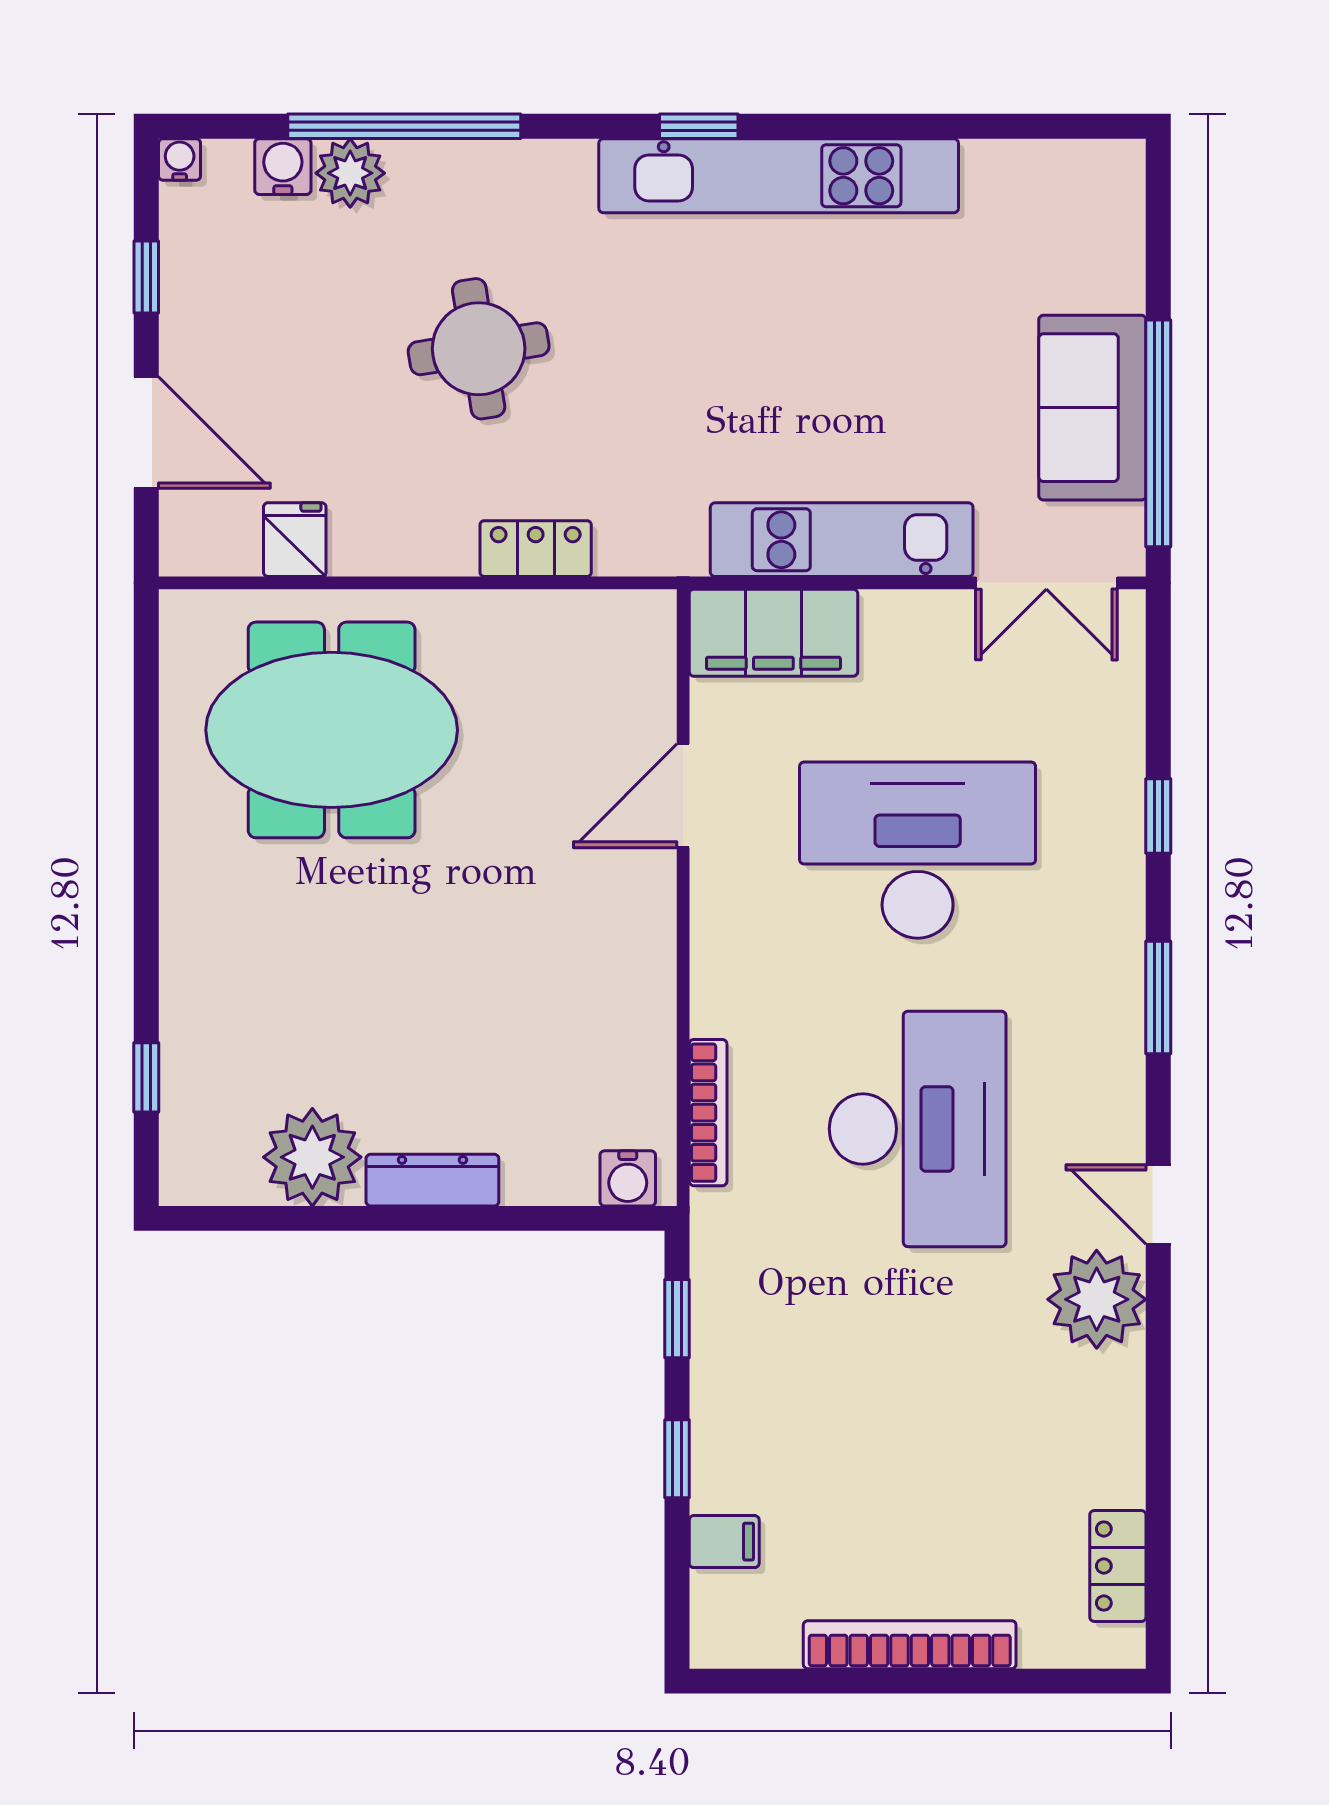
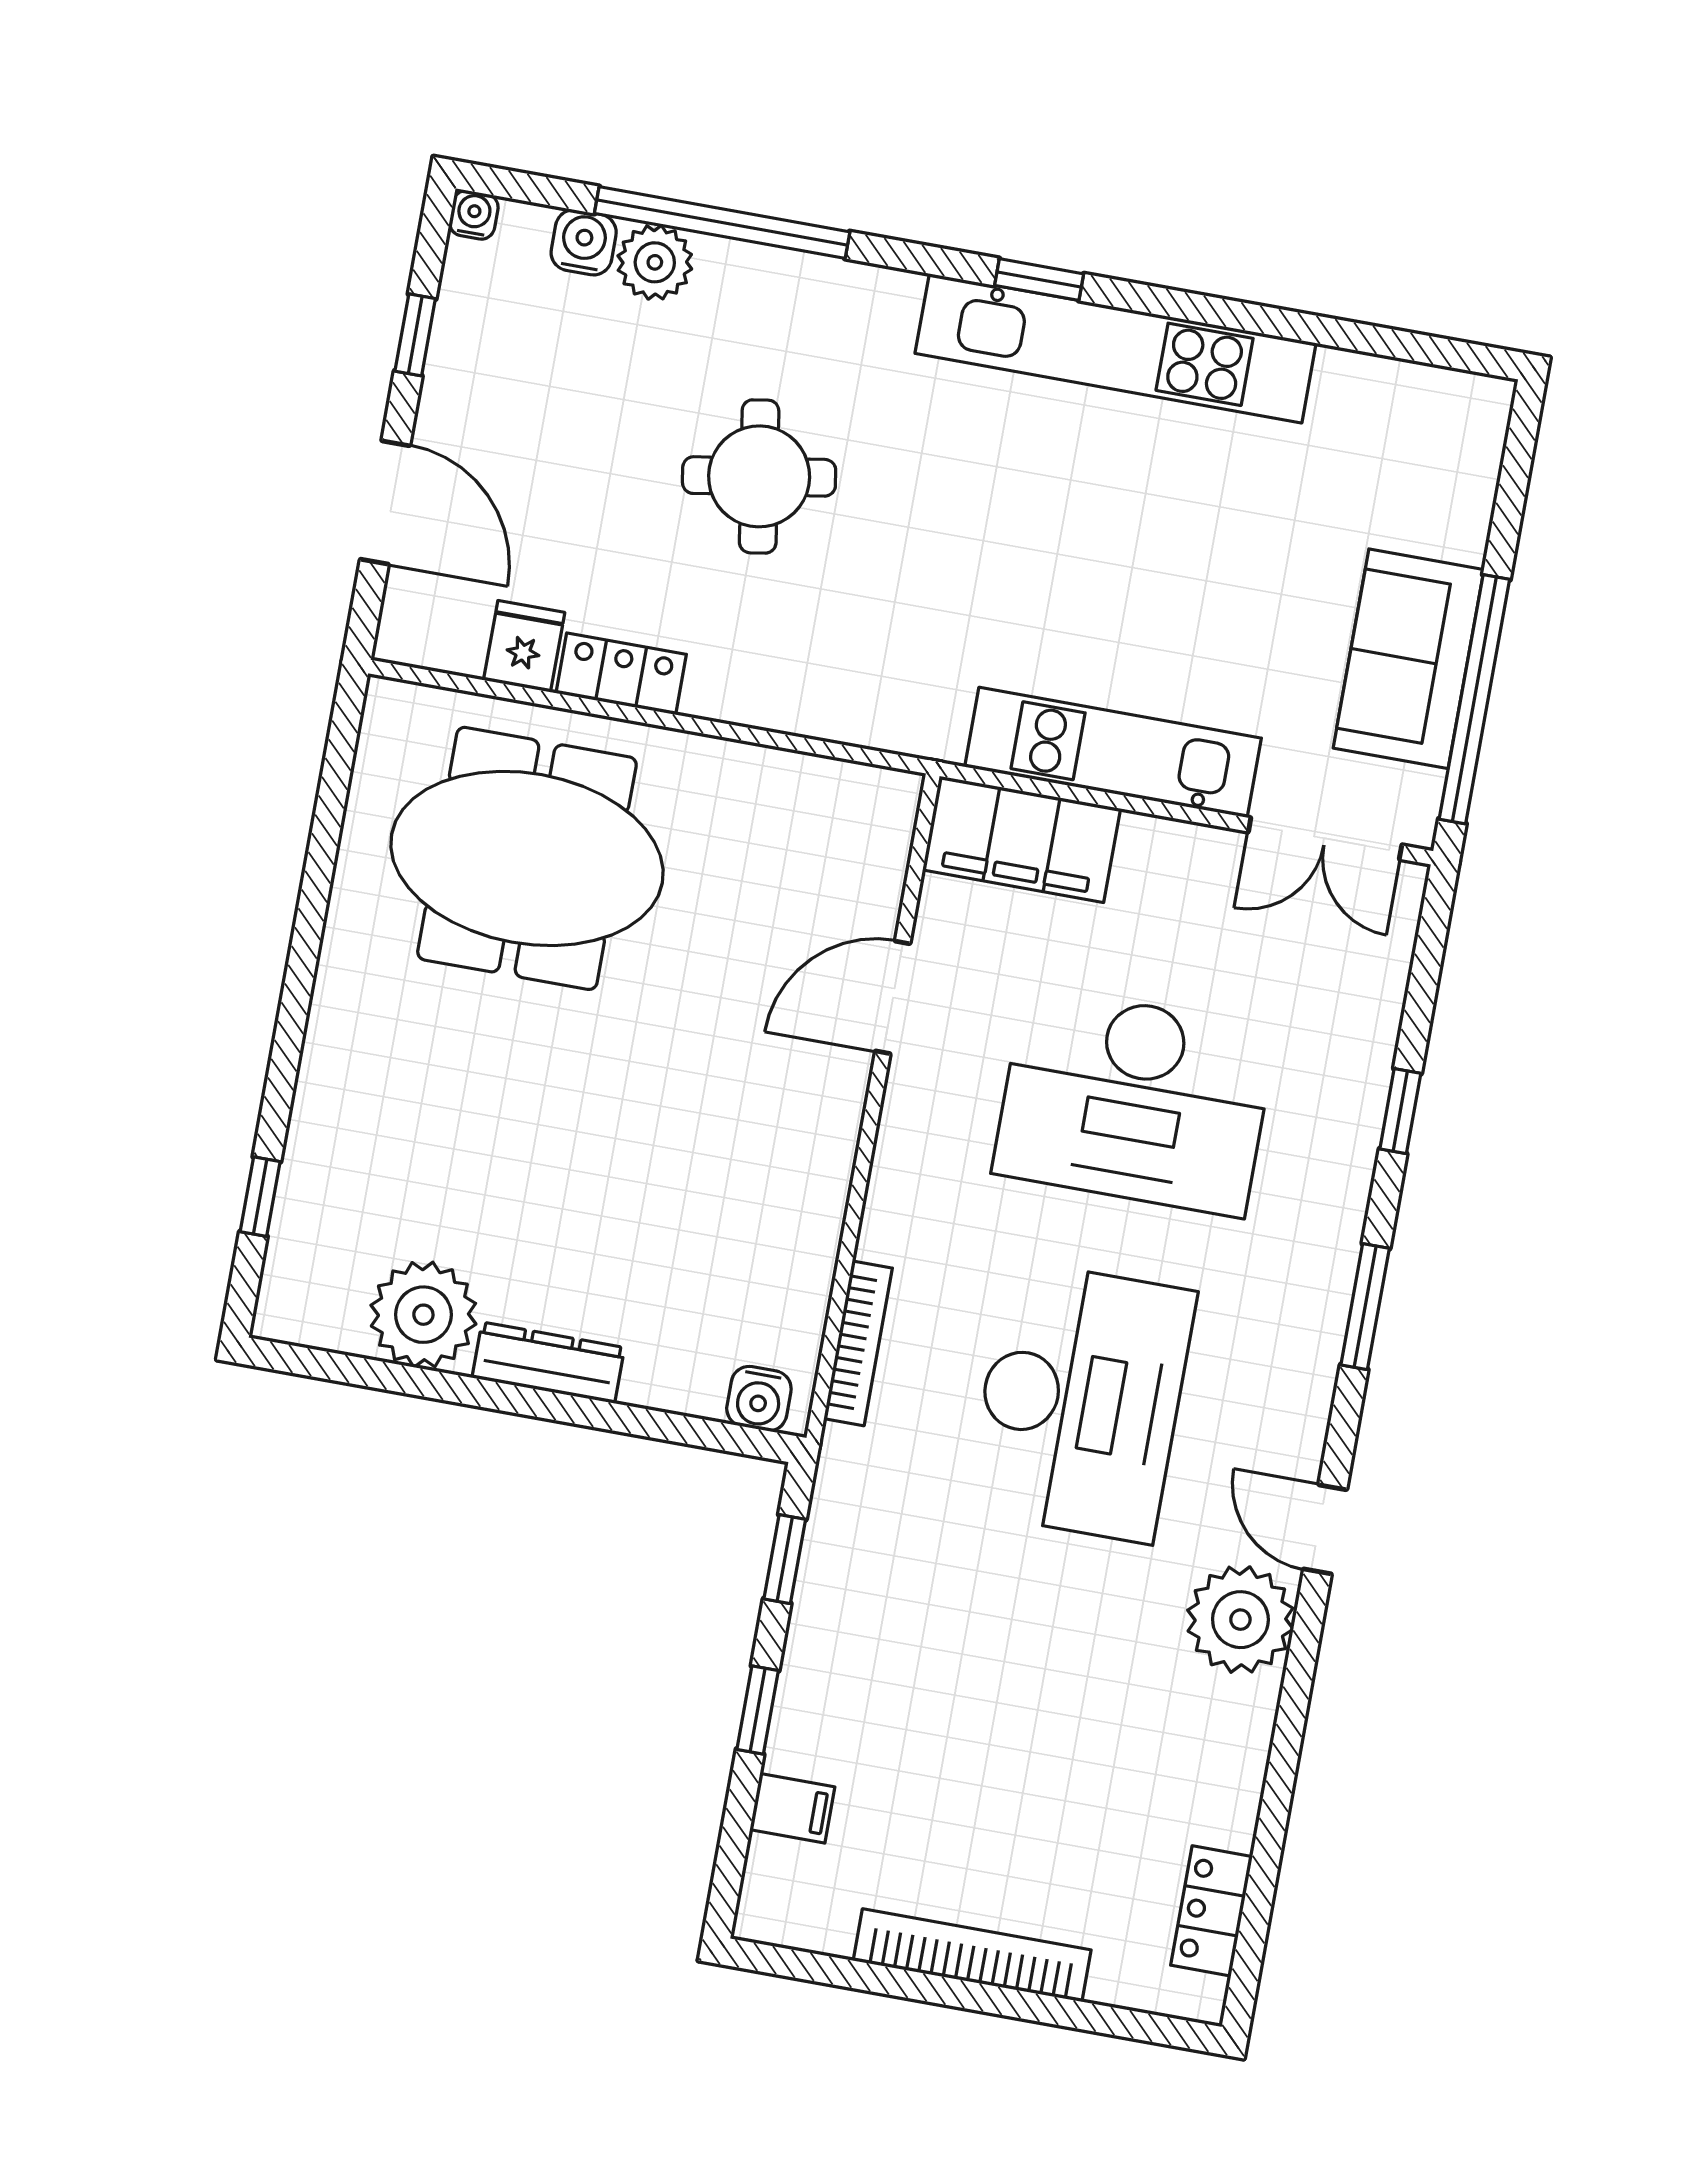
locker: (536, 549) -> (621, 674), moved
desk: (918, 850) -> (1135, 1101), turned 180

